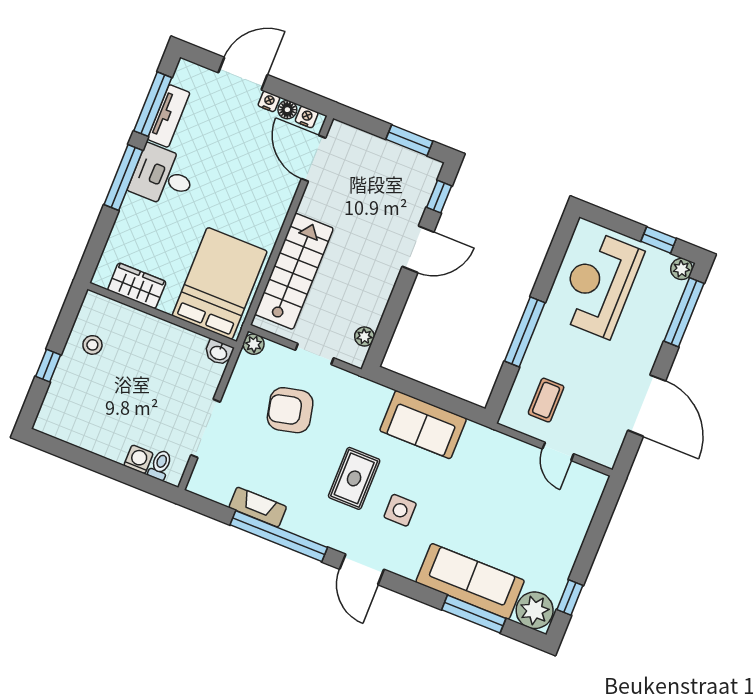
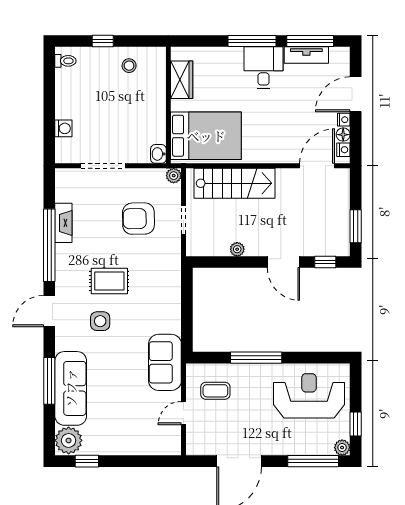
door: (243, 74) -> (356, 94), swing flipped
plant: (364, 336) -> (237, 249), moved
armchair: (290, 410) -> (138, 219), turned -78
sofa: (423, 425) -> (165, 362), moved
toilet: (160, 465) -> (65, 61), moved
window: (474, 614) -> (49, 381), moved

